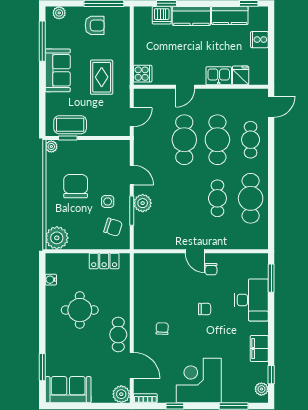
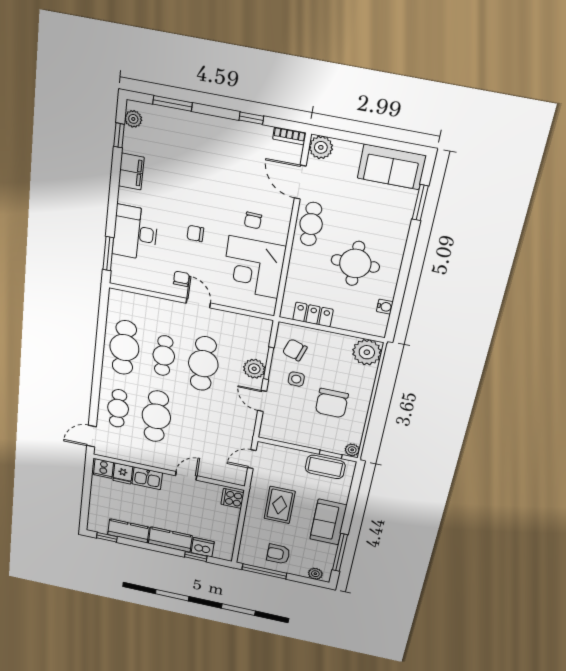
cooker: (259, 40) -> (103, 469), moved, turned 90
cafe table: (184, 140) -> (203, 364), moved
corner desk: (199, 381) -> (254, 267), moved, turned 90

